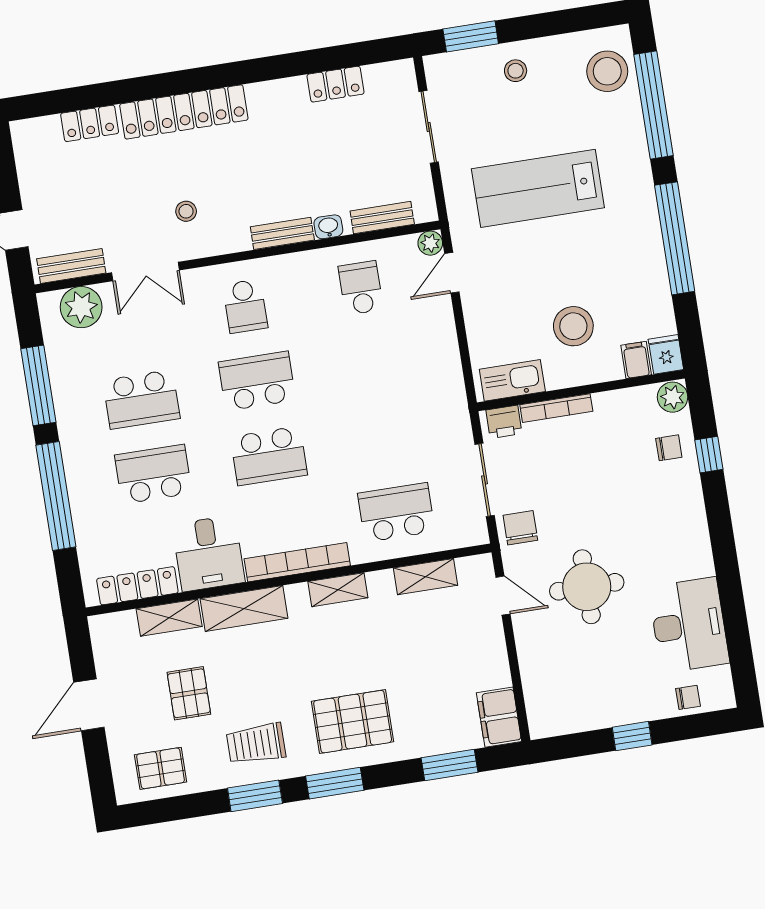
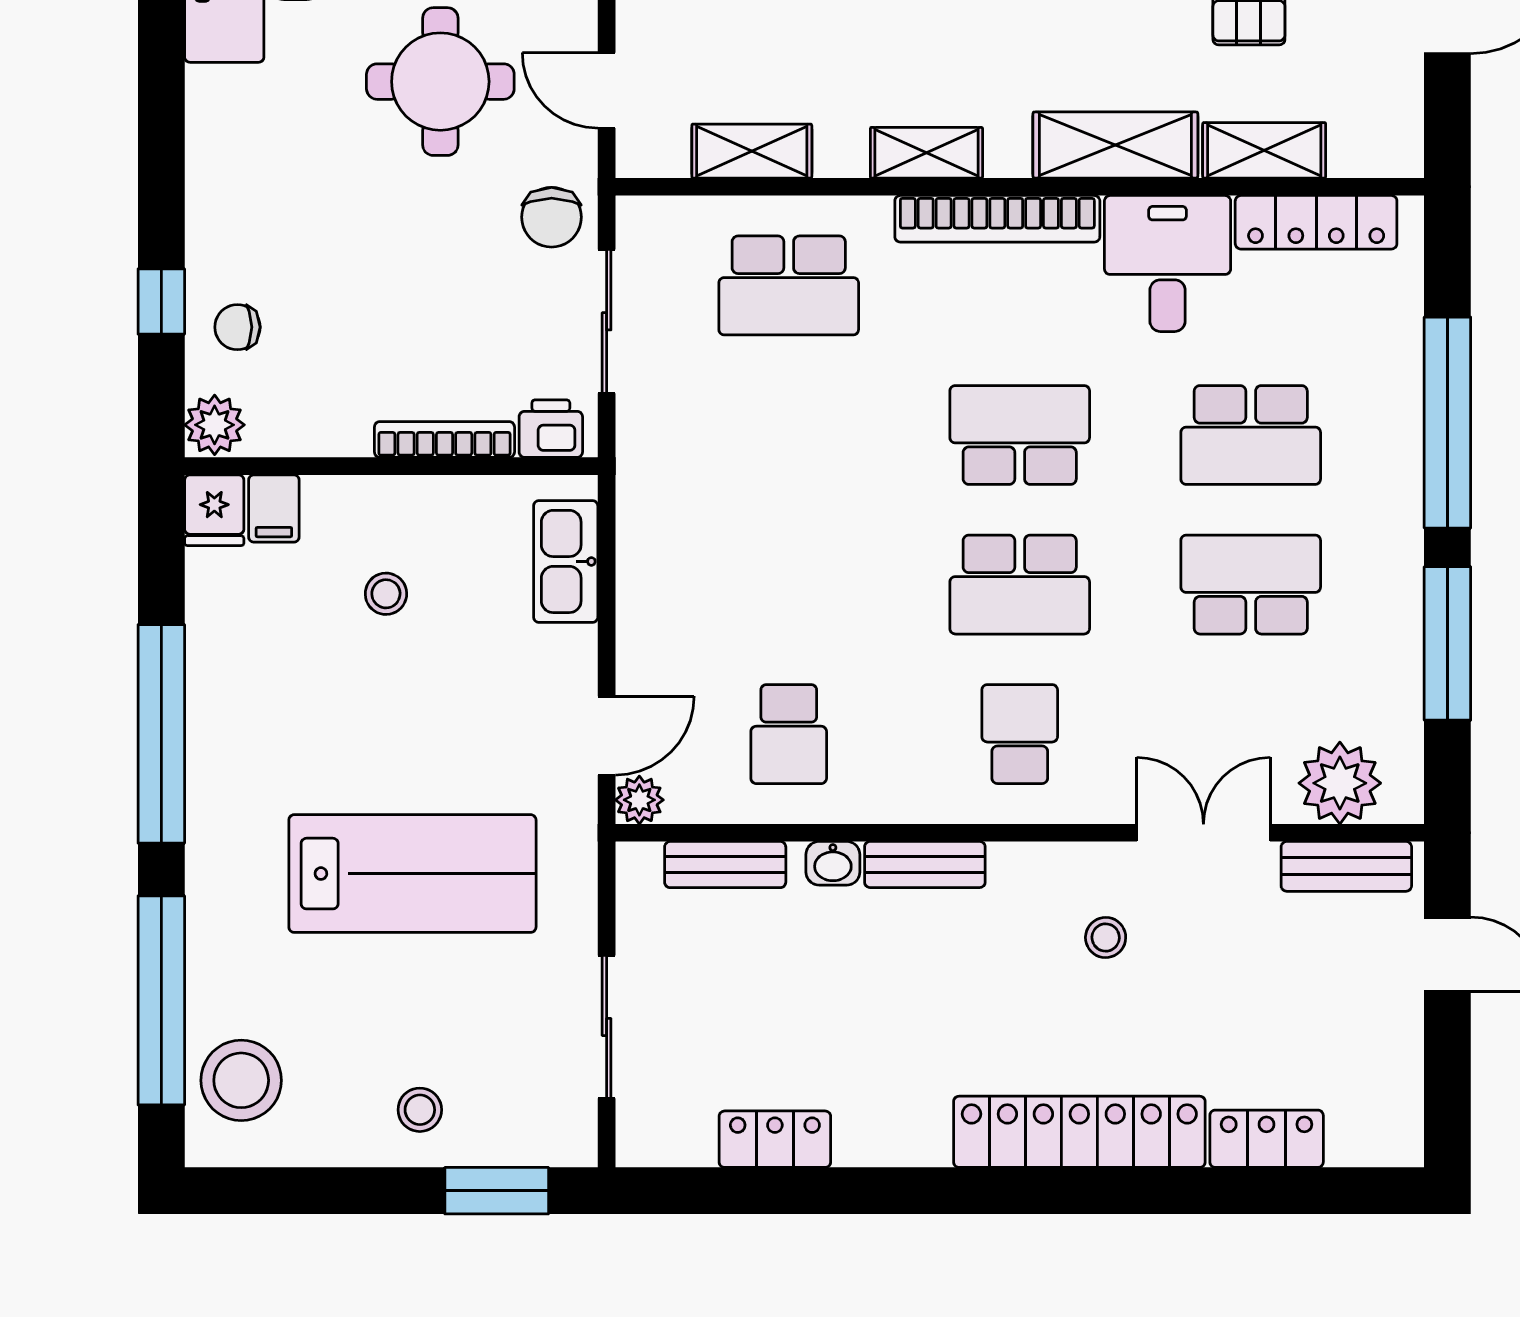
stool: (573, 326) -> (386, 594), width x0.53, depth x0.53
kitchen sink: (512, 380) -> (566, 561), moved, turned 90

